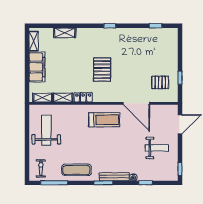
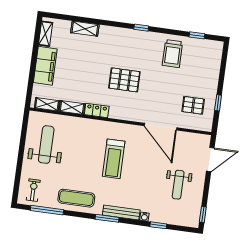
trolley: (138, 43) -> (172, 54), added
pallet: (102, 70) -> (124, 80), turned 90
treadmill: (104, 120) -> (114, 159), moved, turned 90
weight bench: (157, 148) -> (178, 185), turned 90

